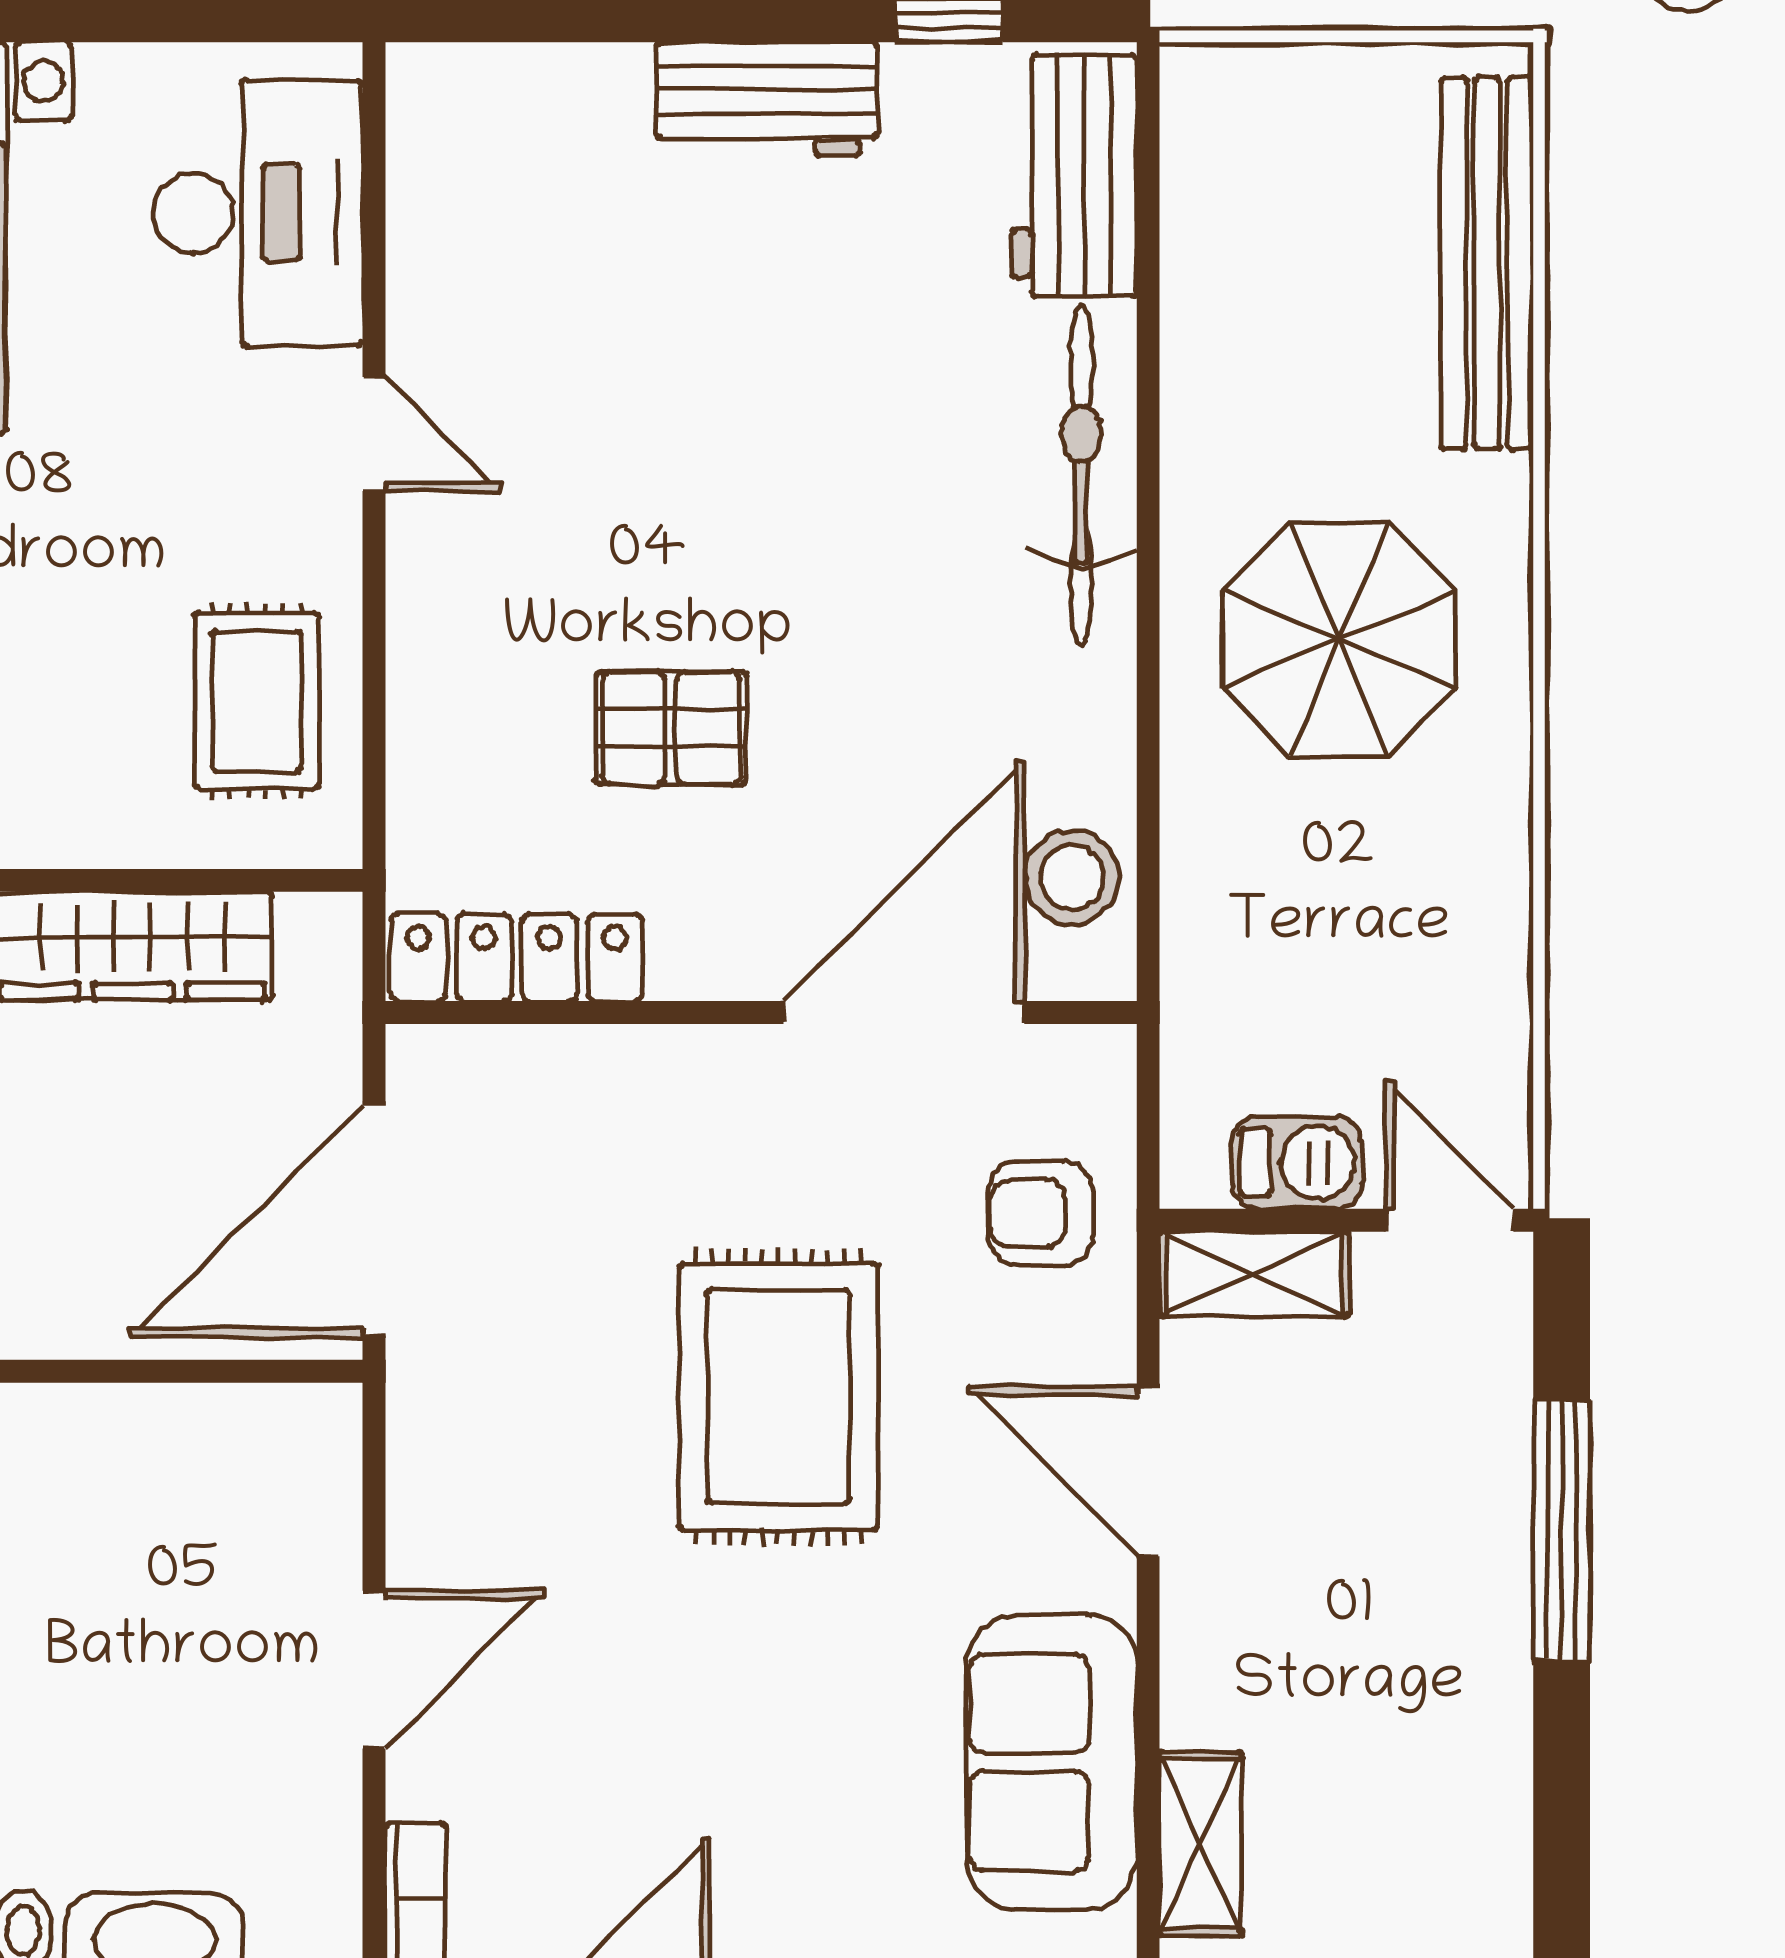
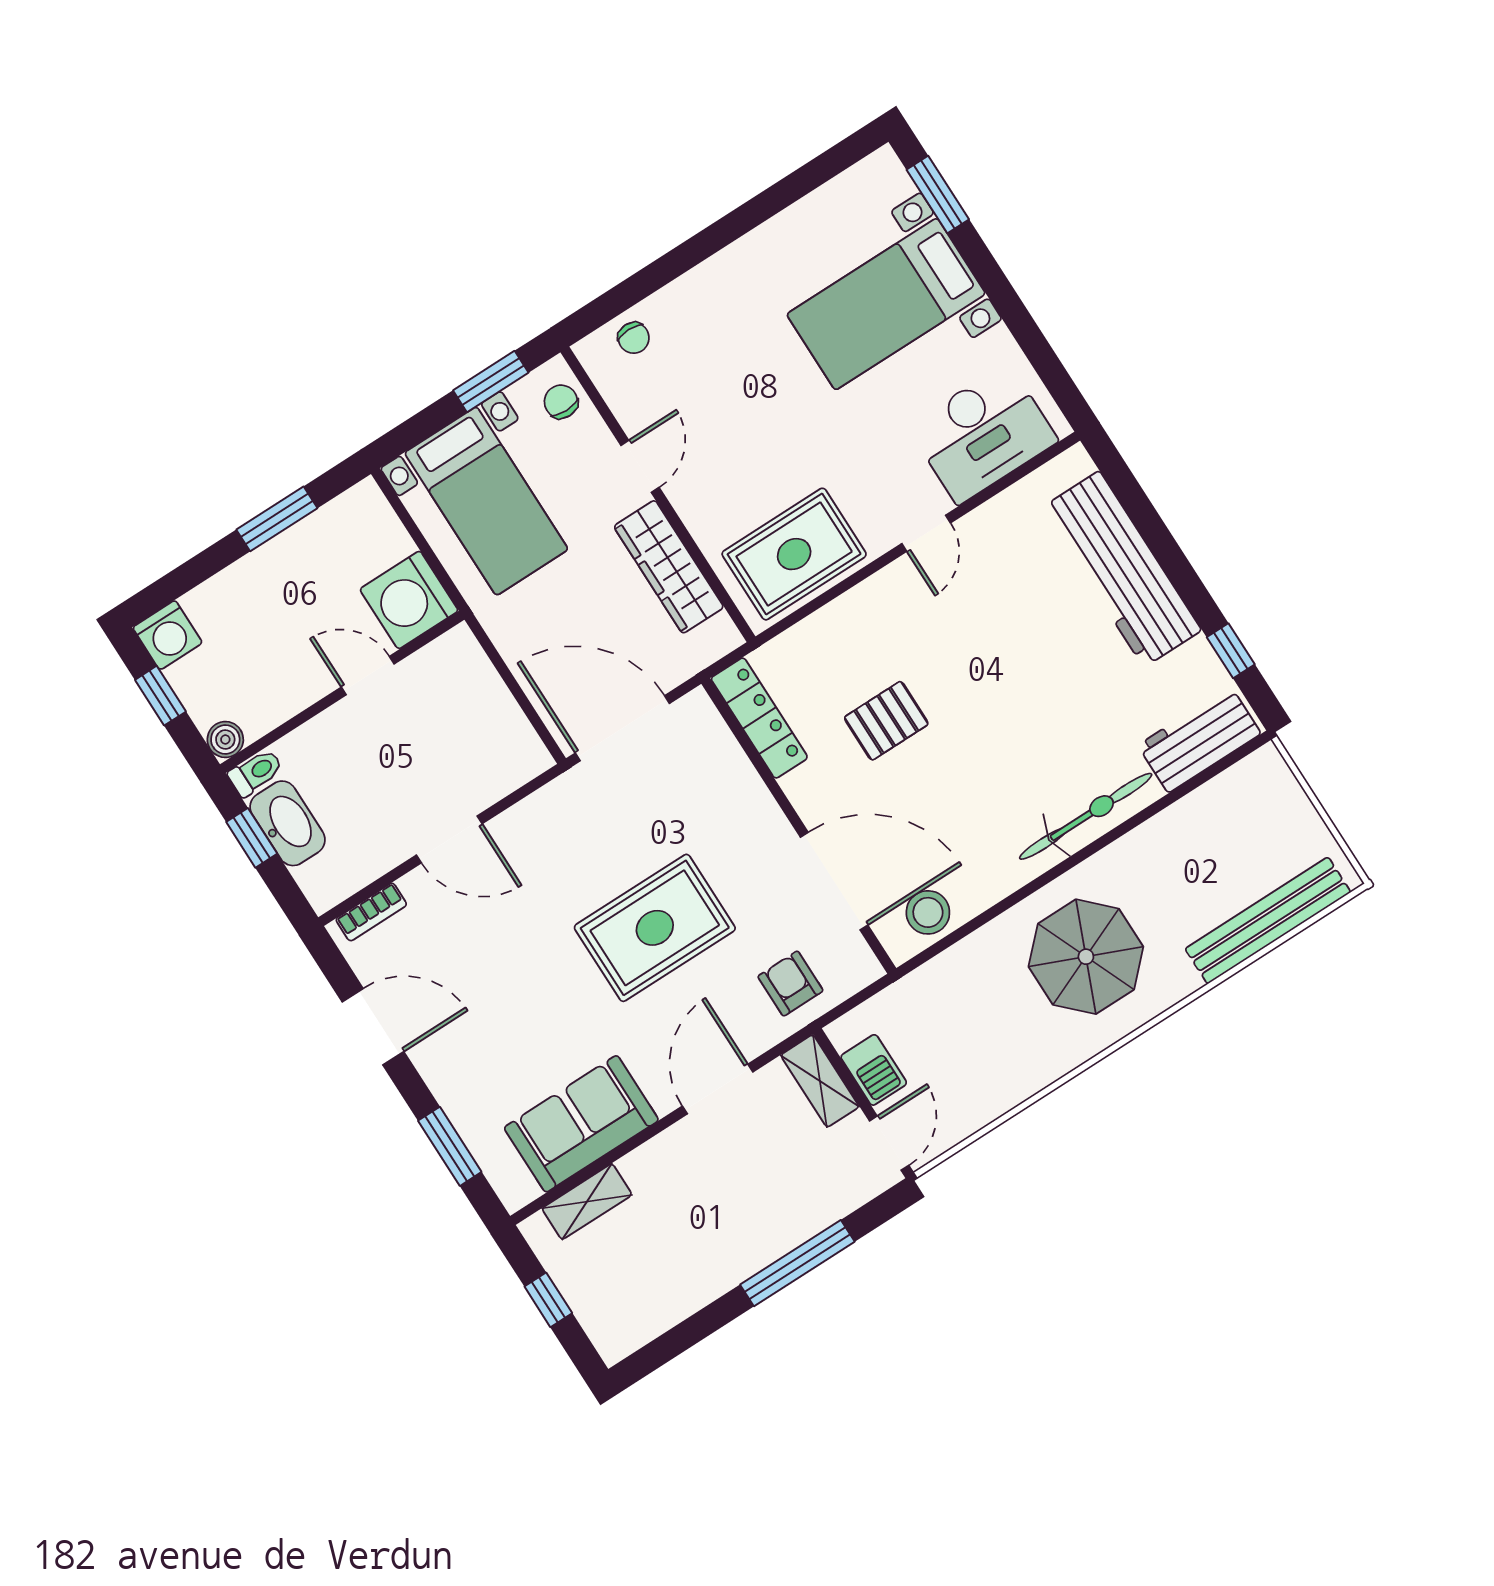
workbench: (767, 99) -> (1122, 569), width x1.88, depth x1.32
rug: (257, 701) -> (794, 554), width x1.36, depth x1.43
pallet: (671, 728) -> (886, 721), turned 90

